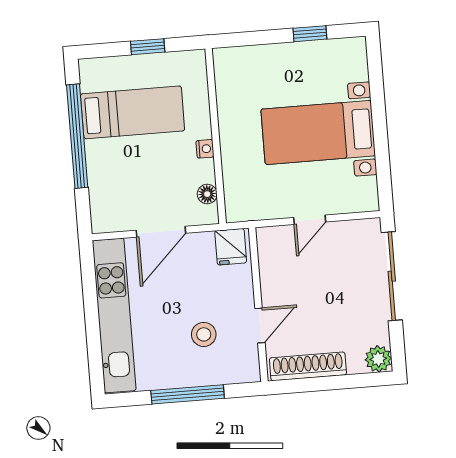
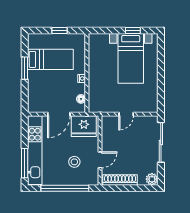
bed with nightstands: (318, 132) -> (131, 58), moved, turned -90
window: (77, 136) -> (25, 68), width x0.47
fridge: (231, 247) -> (84, 126), width x1.88, depth x1.34
window: (94, 346) -> (25, 163), added
window: (188, 394) -> (65, 188), width x1.46

